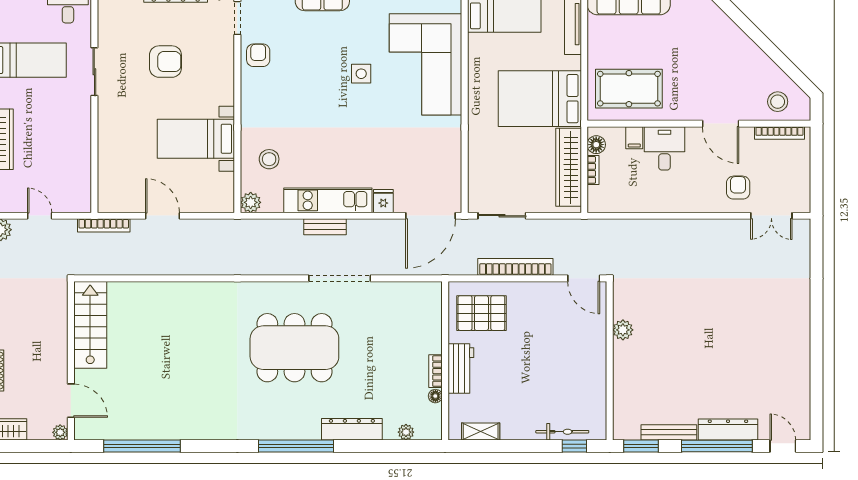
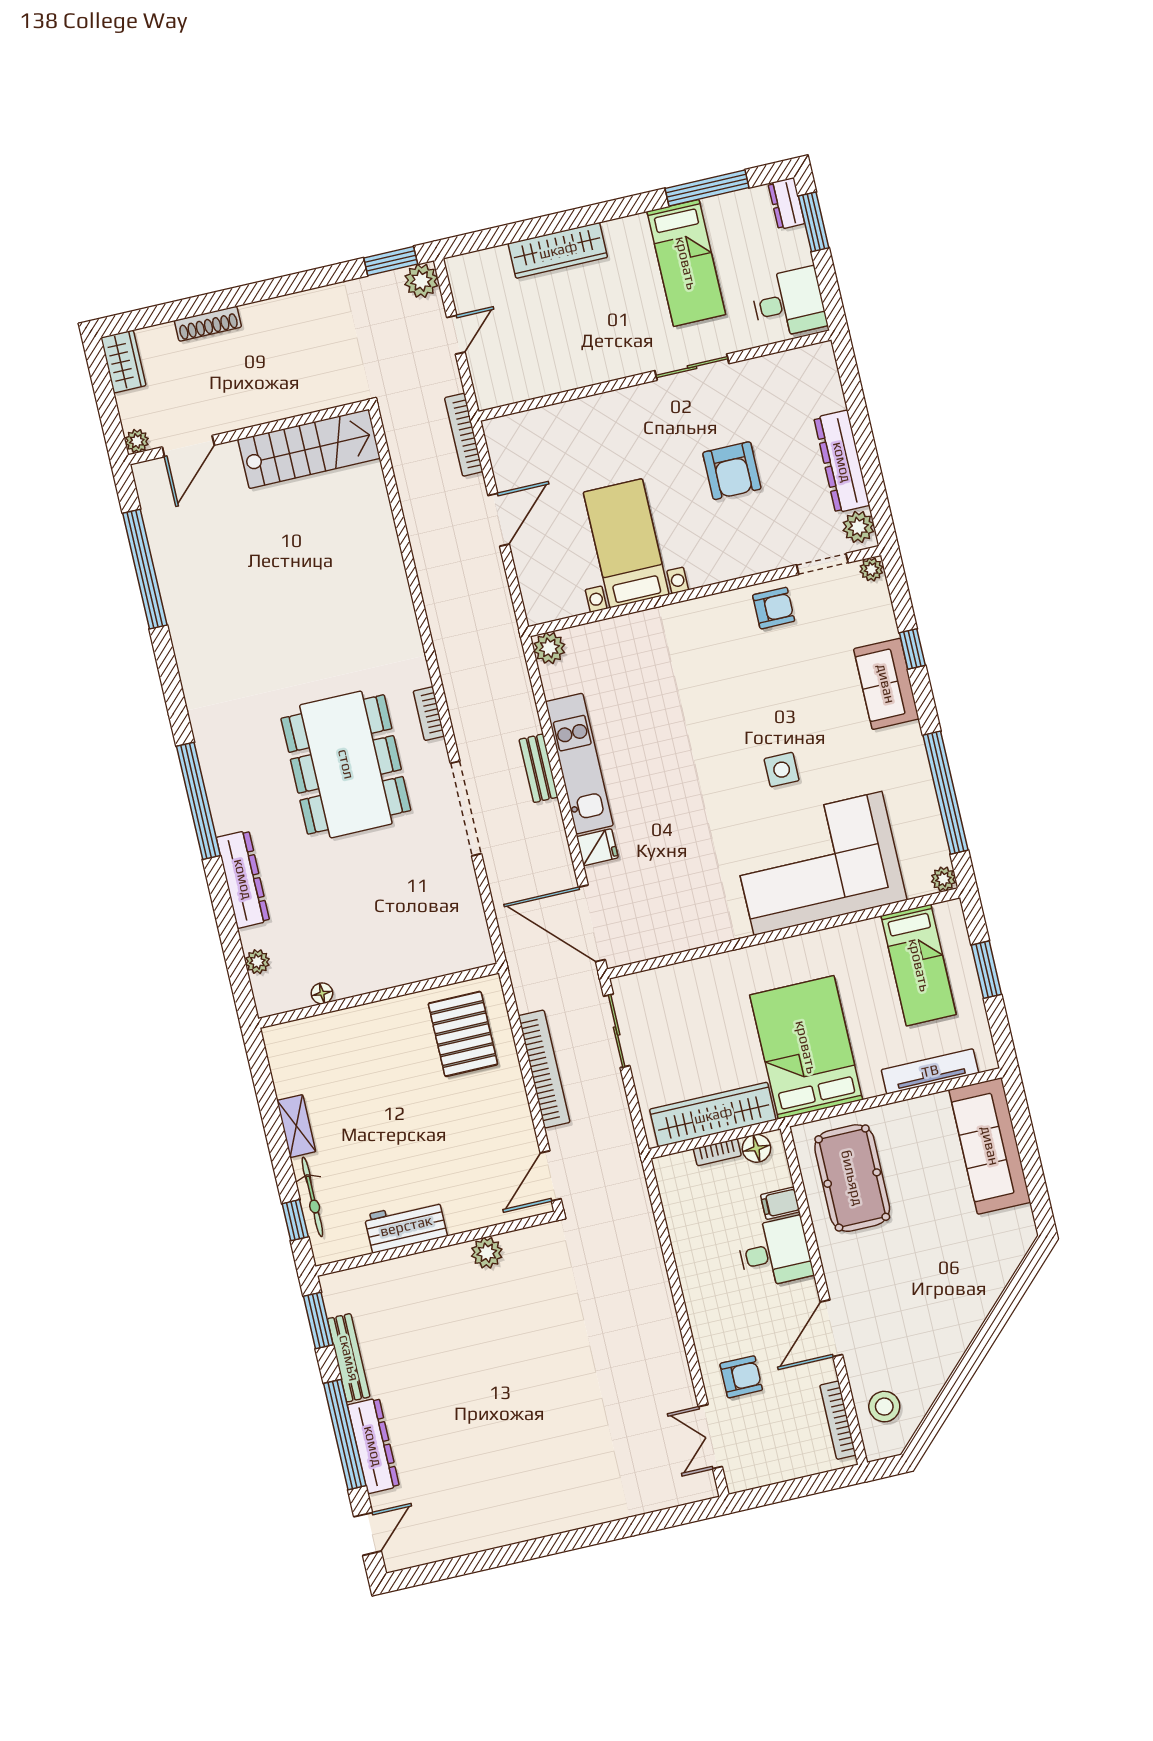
stool: (269, 159) -> (621, 661), removed
workbench: (461, 368) -> (406, 1226), moved, turned 180
bookcase: (436, 371) -> (429, 714), moved, turned -90
shelving: (481, 432) -> (296, 1126), moved

